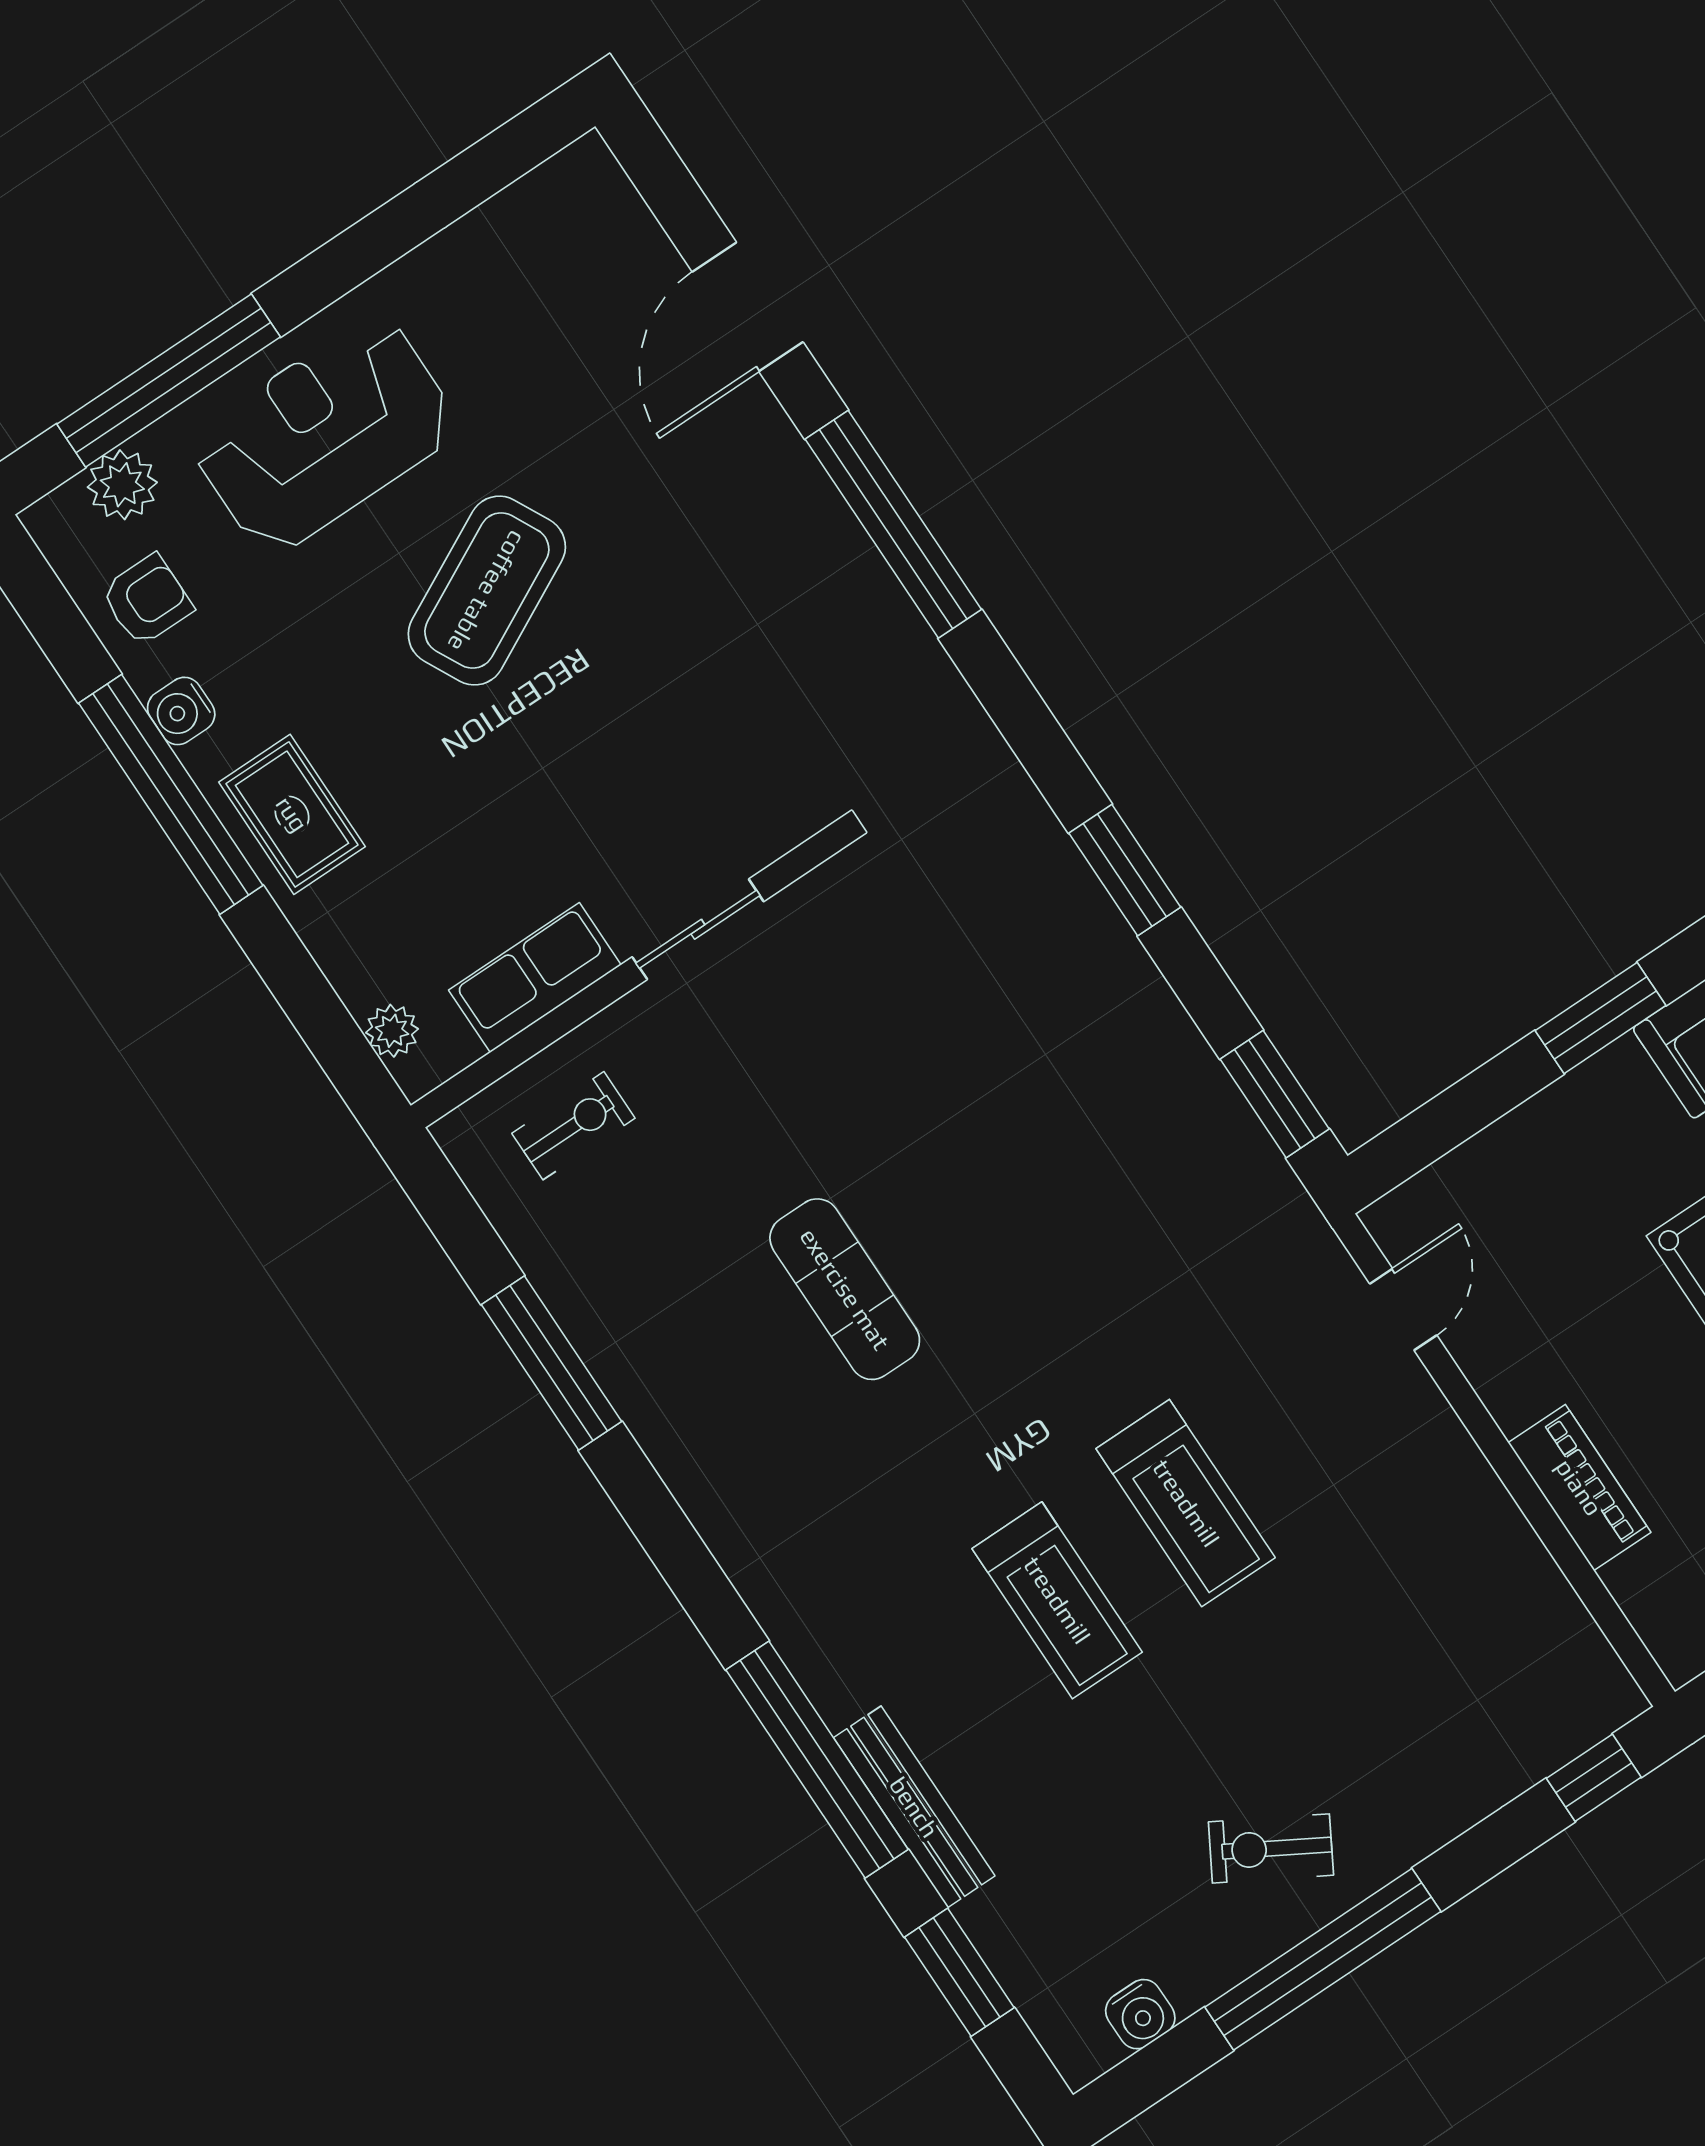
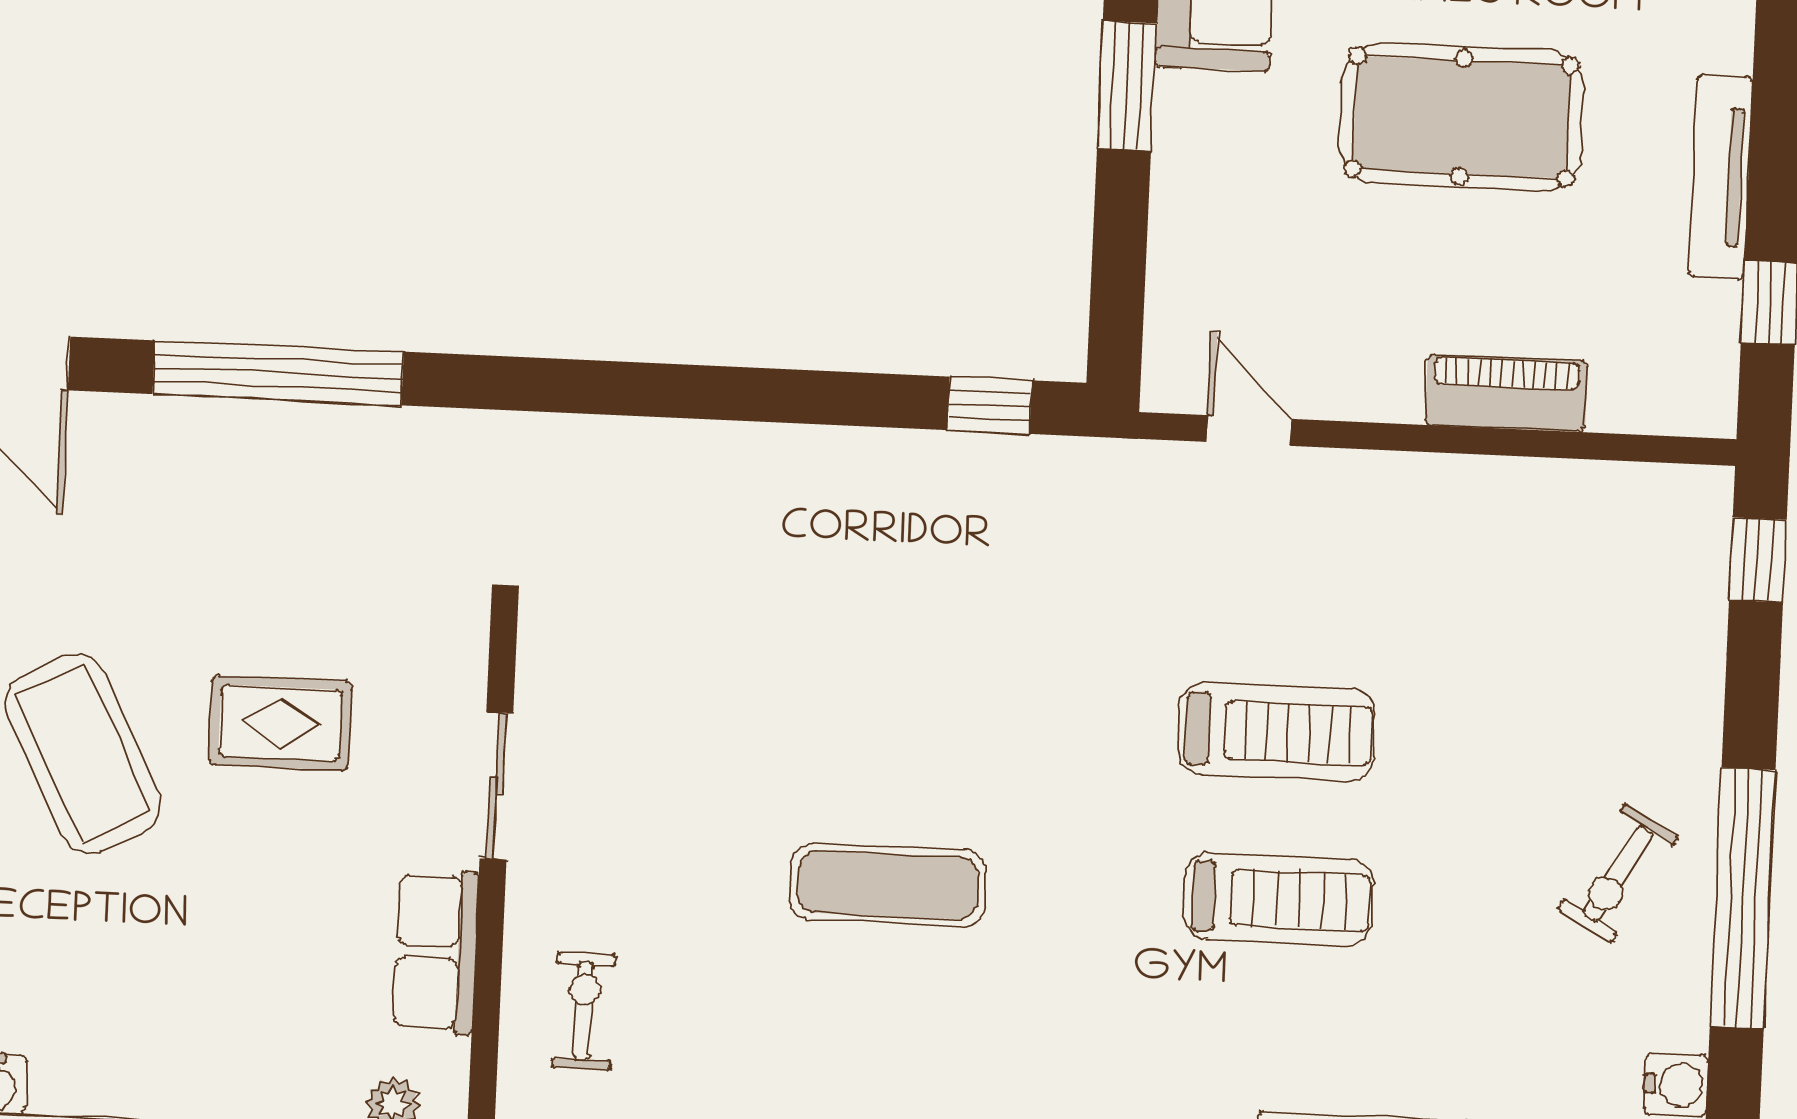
rug: (292, 814) -> (280, 723), moved
window: (1125, 870) -> (710, 393), removed
window: (1275, 1094) -> (990, 405), width x0.67

